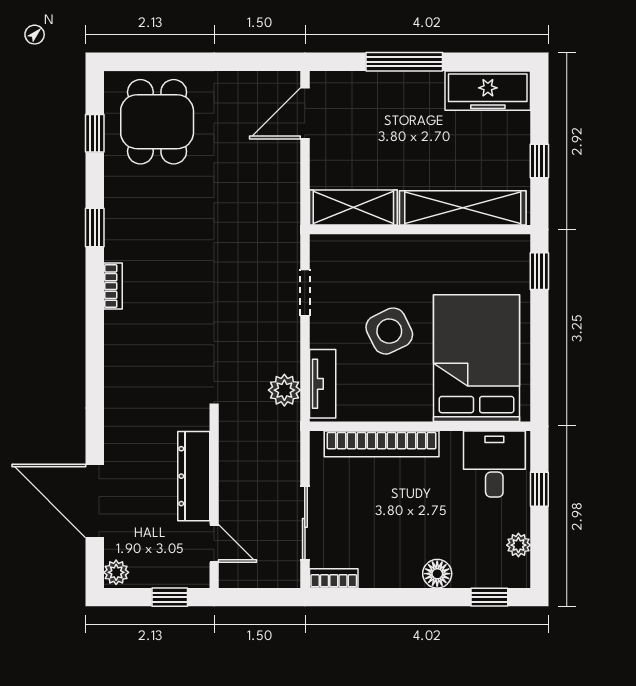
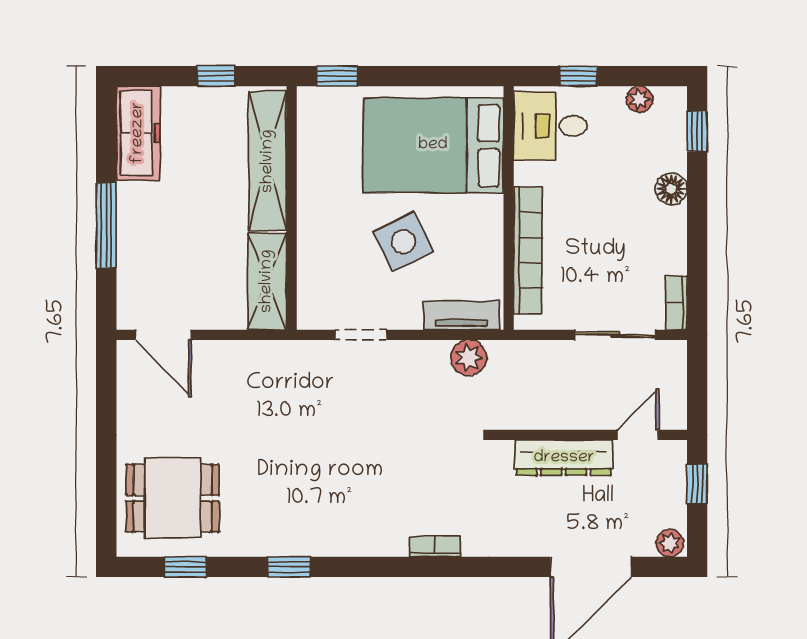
bookcase: (113, 286) -> (435, 547), moved

